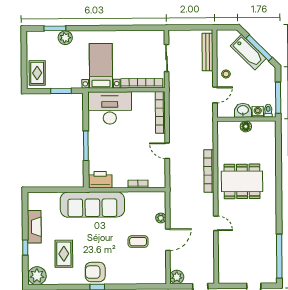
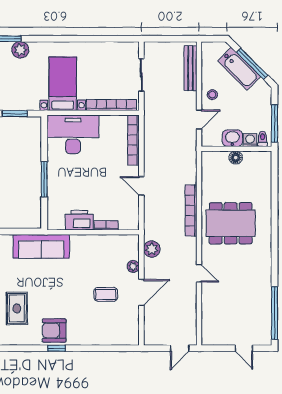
printer: (100, 180) -> (79, 220), moved
sofa: (92, 204) -> (41, 246), width x0.74, depth x0.79
plant: (177, 277) -> (152, 249), moved

